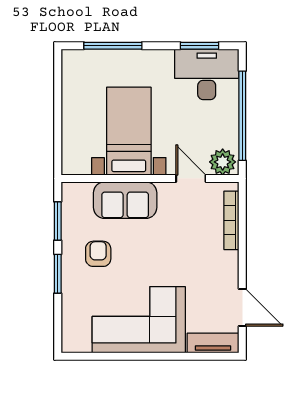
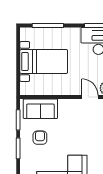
bed with nightstands: (129, 131) -> (44, 61), moved, turned 90
sofa: (125, 200) -> (40, 109), moved

